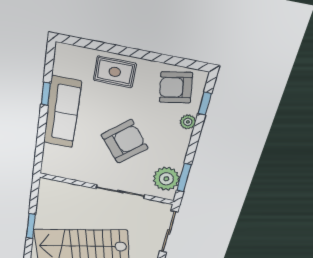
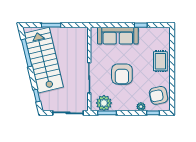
armchair: (176, 88) -> (159, 95), turned -92
sofa: (62, 112) -> (118, 36), moved
armchair: (125, 142) -> (122, 74), turned 40

